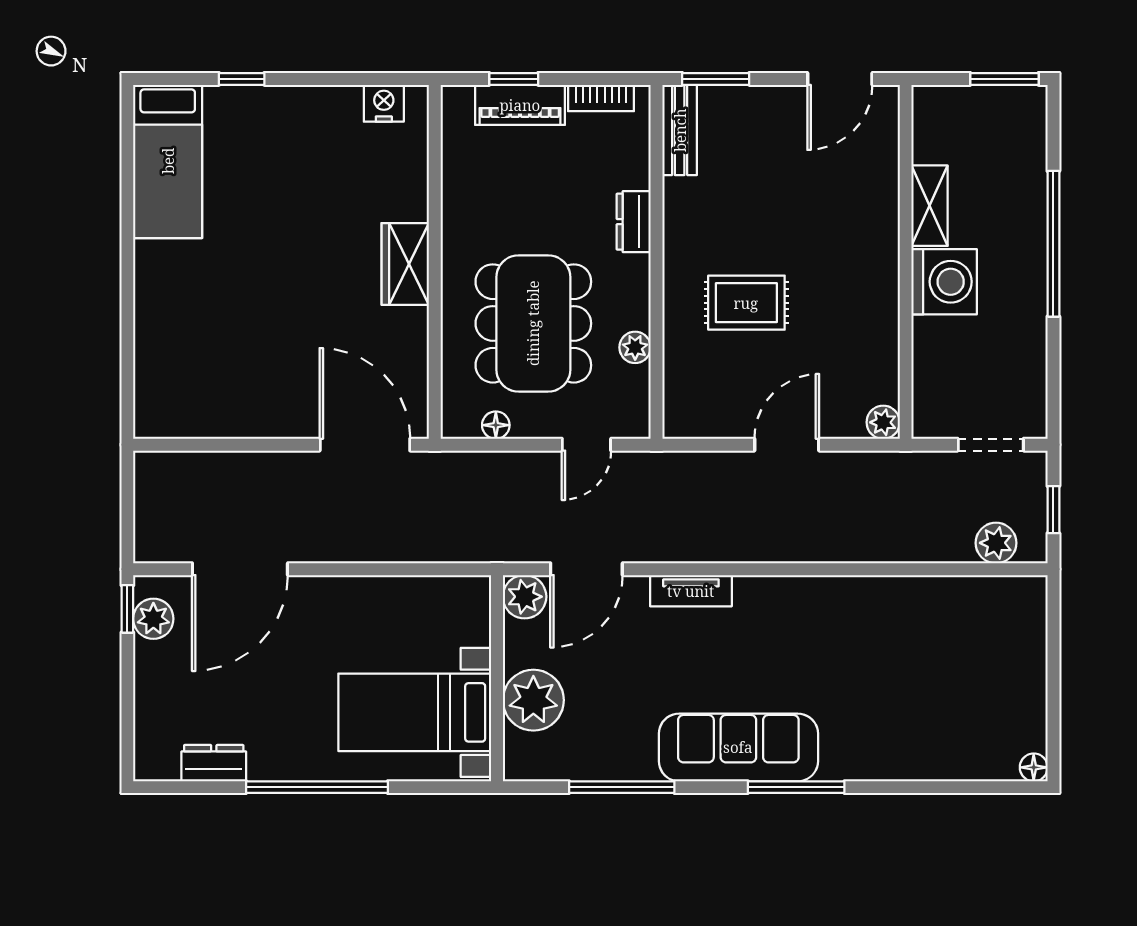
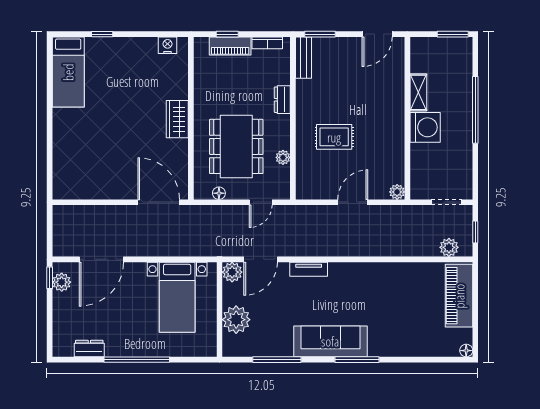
piano: (1018, 648) -> (459, 296), added
bed with nightstands: (415, 712) -> (177, 297), moved, turned -90

